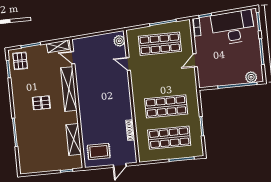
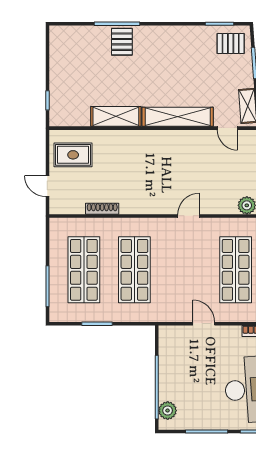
door: (73, 58) -> (227, 128), swing flipped
door: (128, 64) -> (189, 216), moved
pallet: (41, 103) -> (122, 42), moved
shelving: (74, 140) -> (116, 116), moved
rug: (99, 151) -> (73, 155), turned 90

